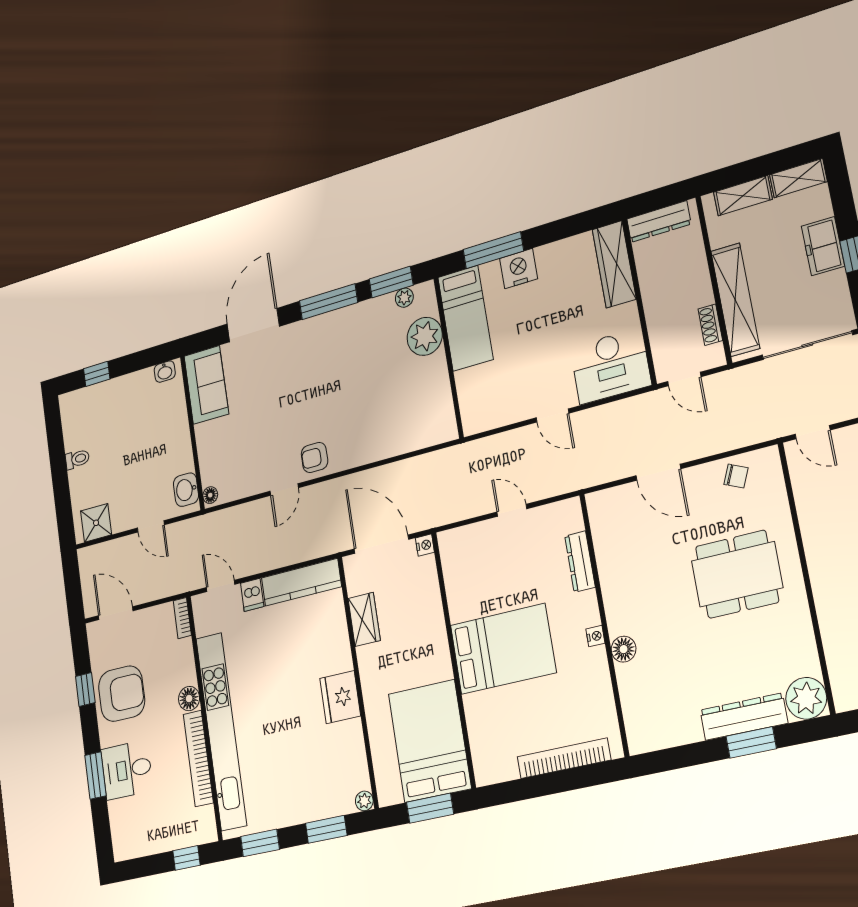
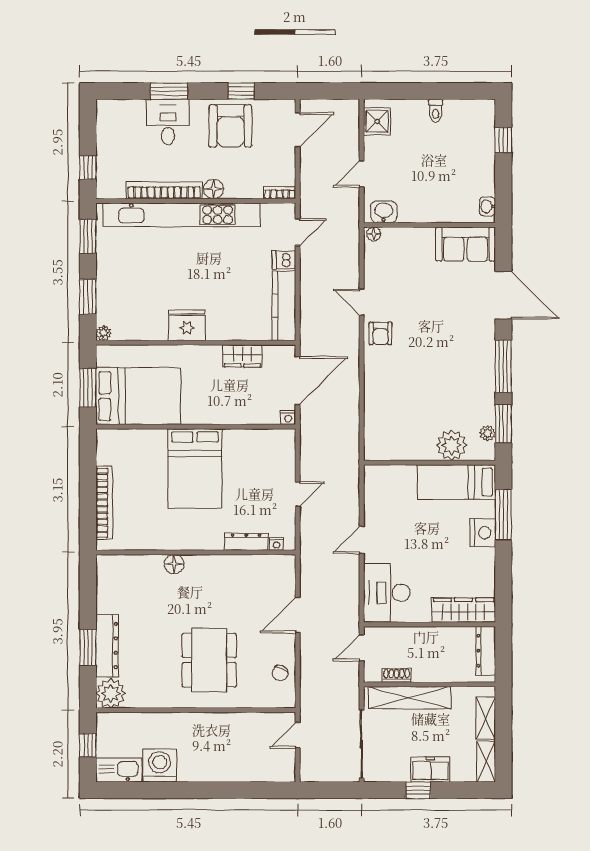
armchair: (315, 458) -> (380, 333), turned 180
nightstand: (595, 636) -> (277, 544), moved

